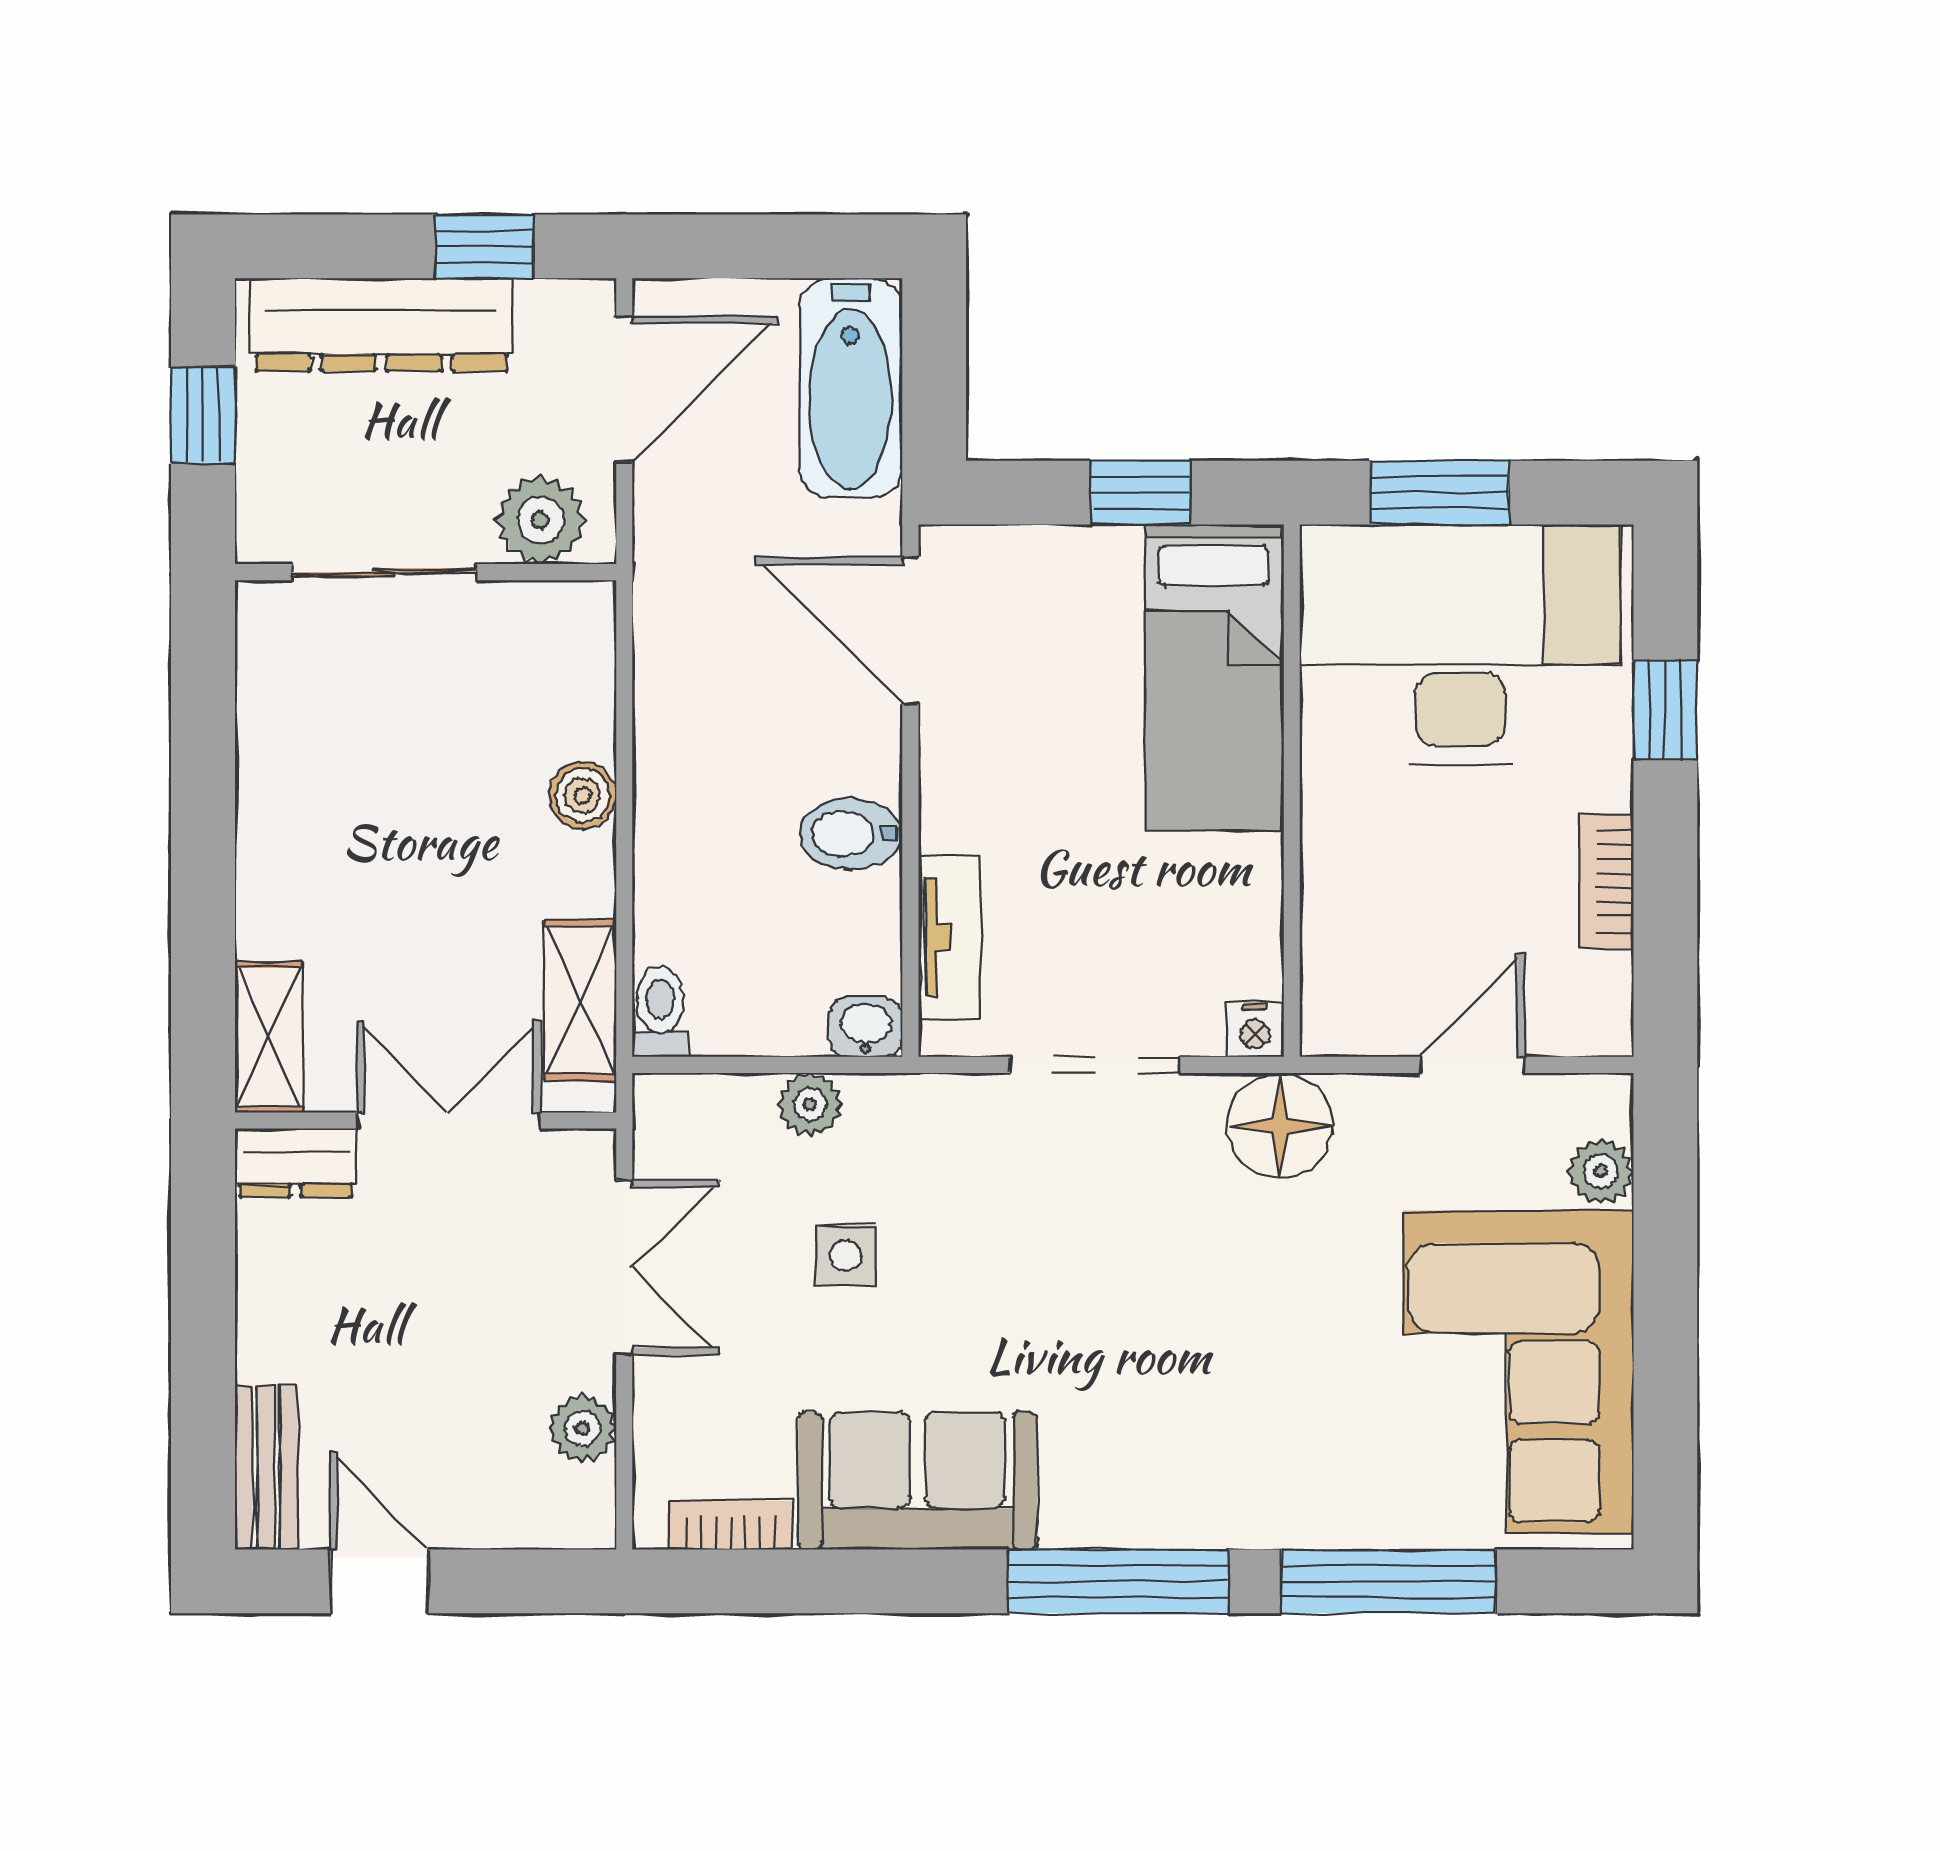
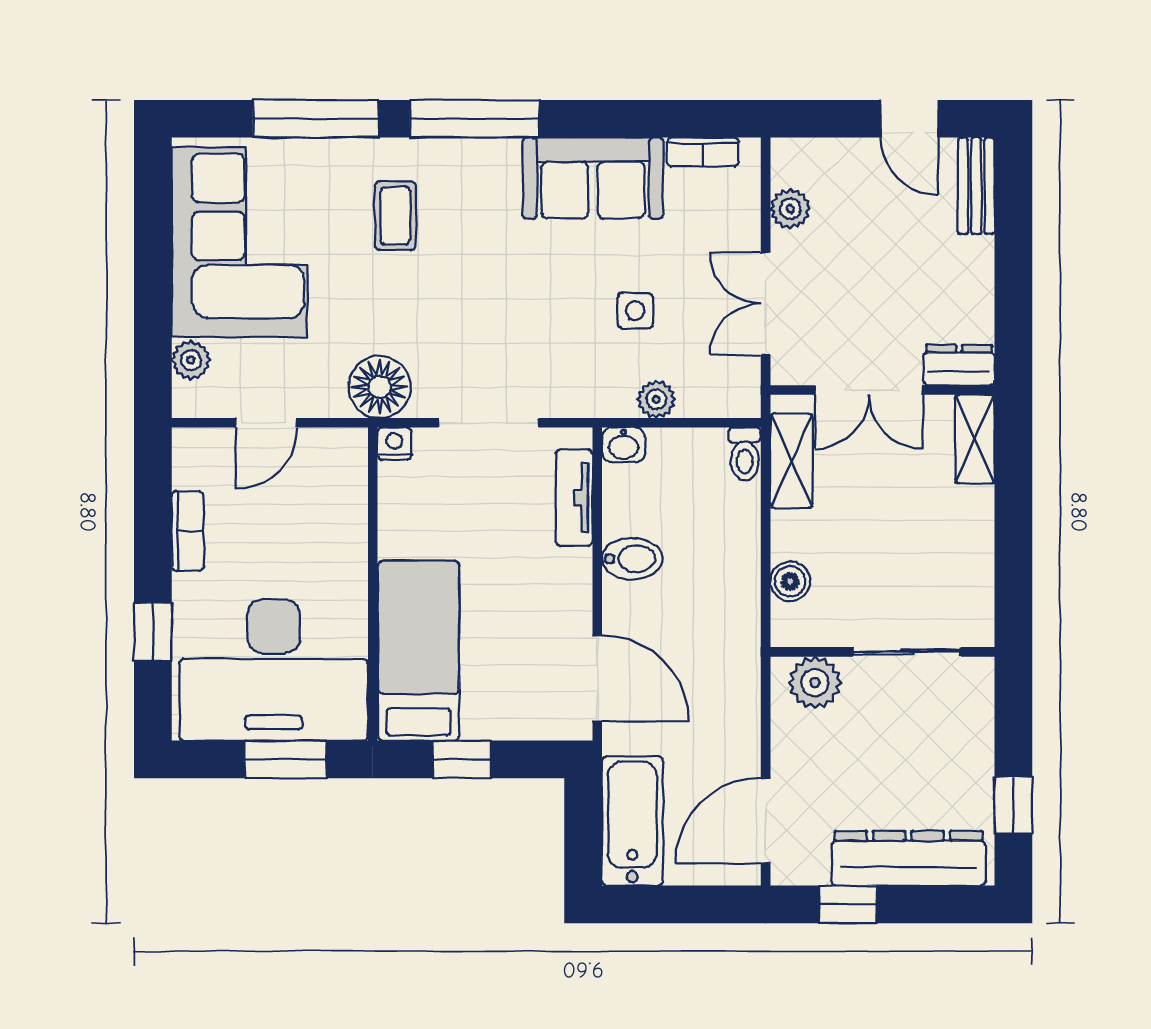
plant: (540, 520) -> (815, 683), moved
sliding door: (384, 572) -> (907, 652), moved
wall: (426, 572) -> (882, 652), moved
coffee table: (1253, 1417) -> (395, 216), added

